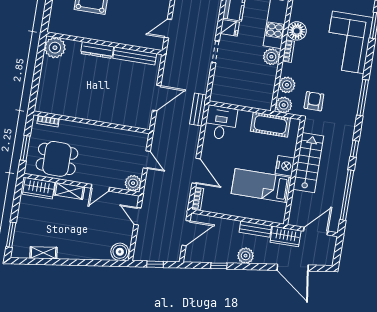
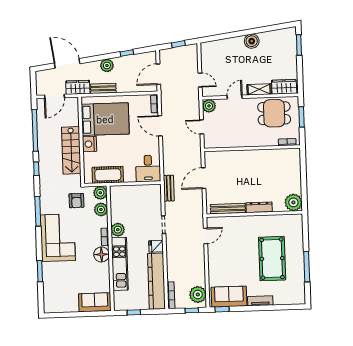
corner sofa: (348, 42) -> (58, 238), moved
bench: (198, 110) -> (169, 188), moved
bed: (261, 186) -> (105, 119), width x1.50
boiler: (120, 252) -> (252, 41), moved
shelving: (43, 253) -> (270, 36), removed

